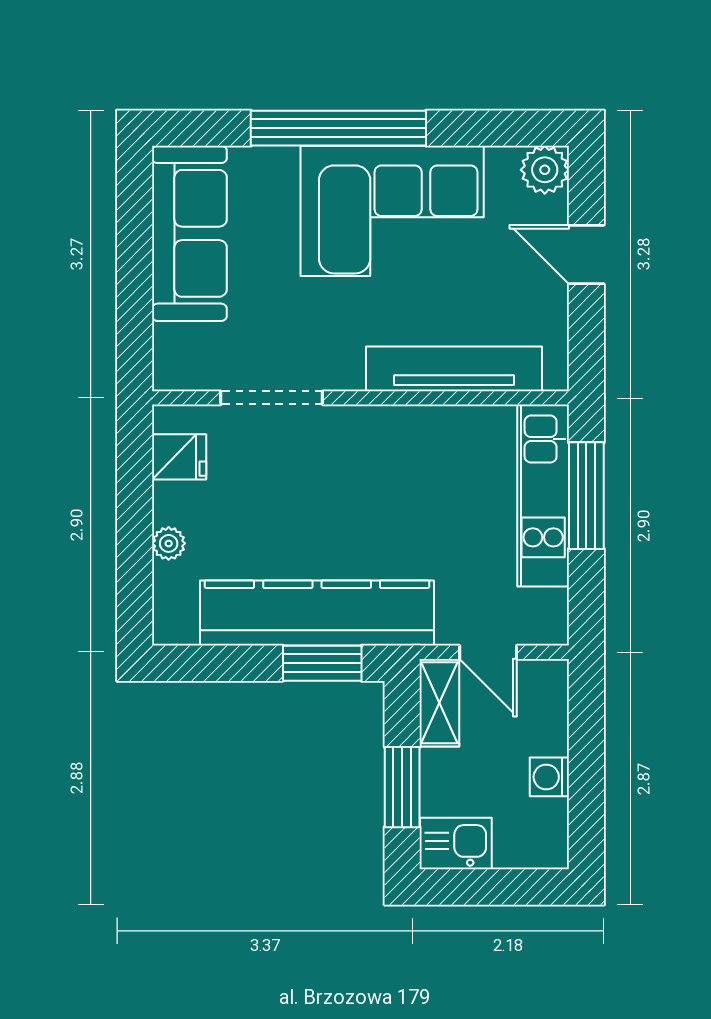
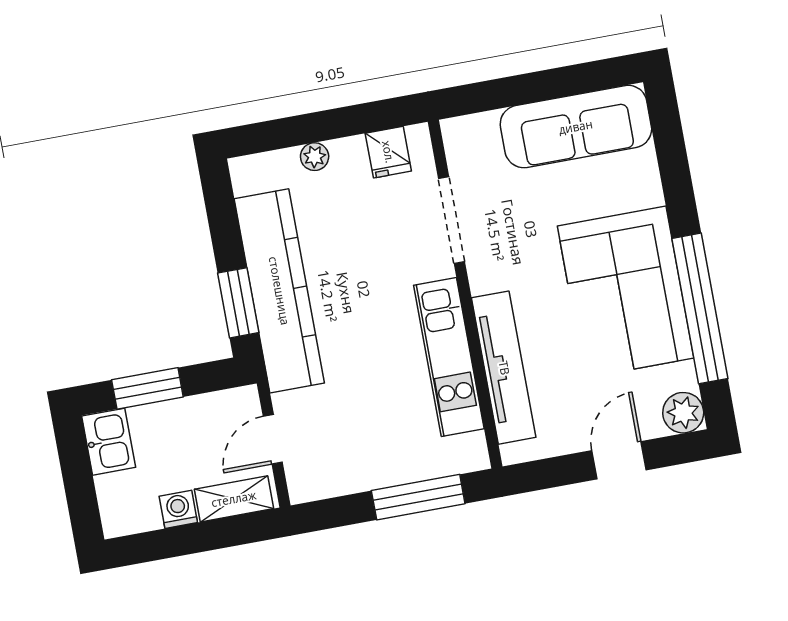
window: (338, 128) -> (700, 308), moved
kitchen unit: (543, 496) -> (449, 357), moved, turned -90
shelving: (439, 703) -> (234, 499), moved

